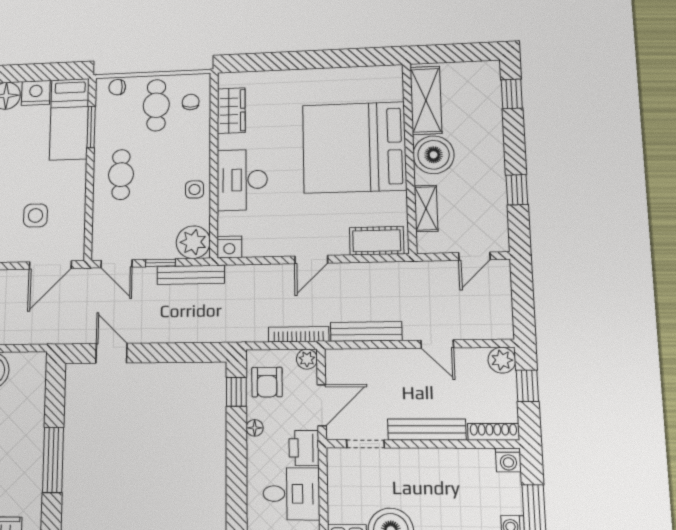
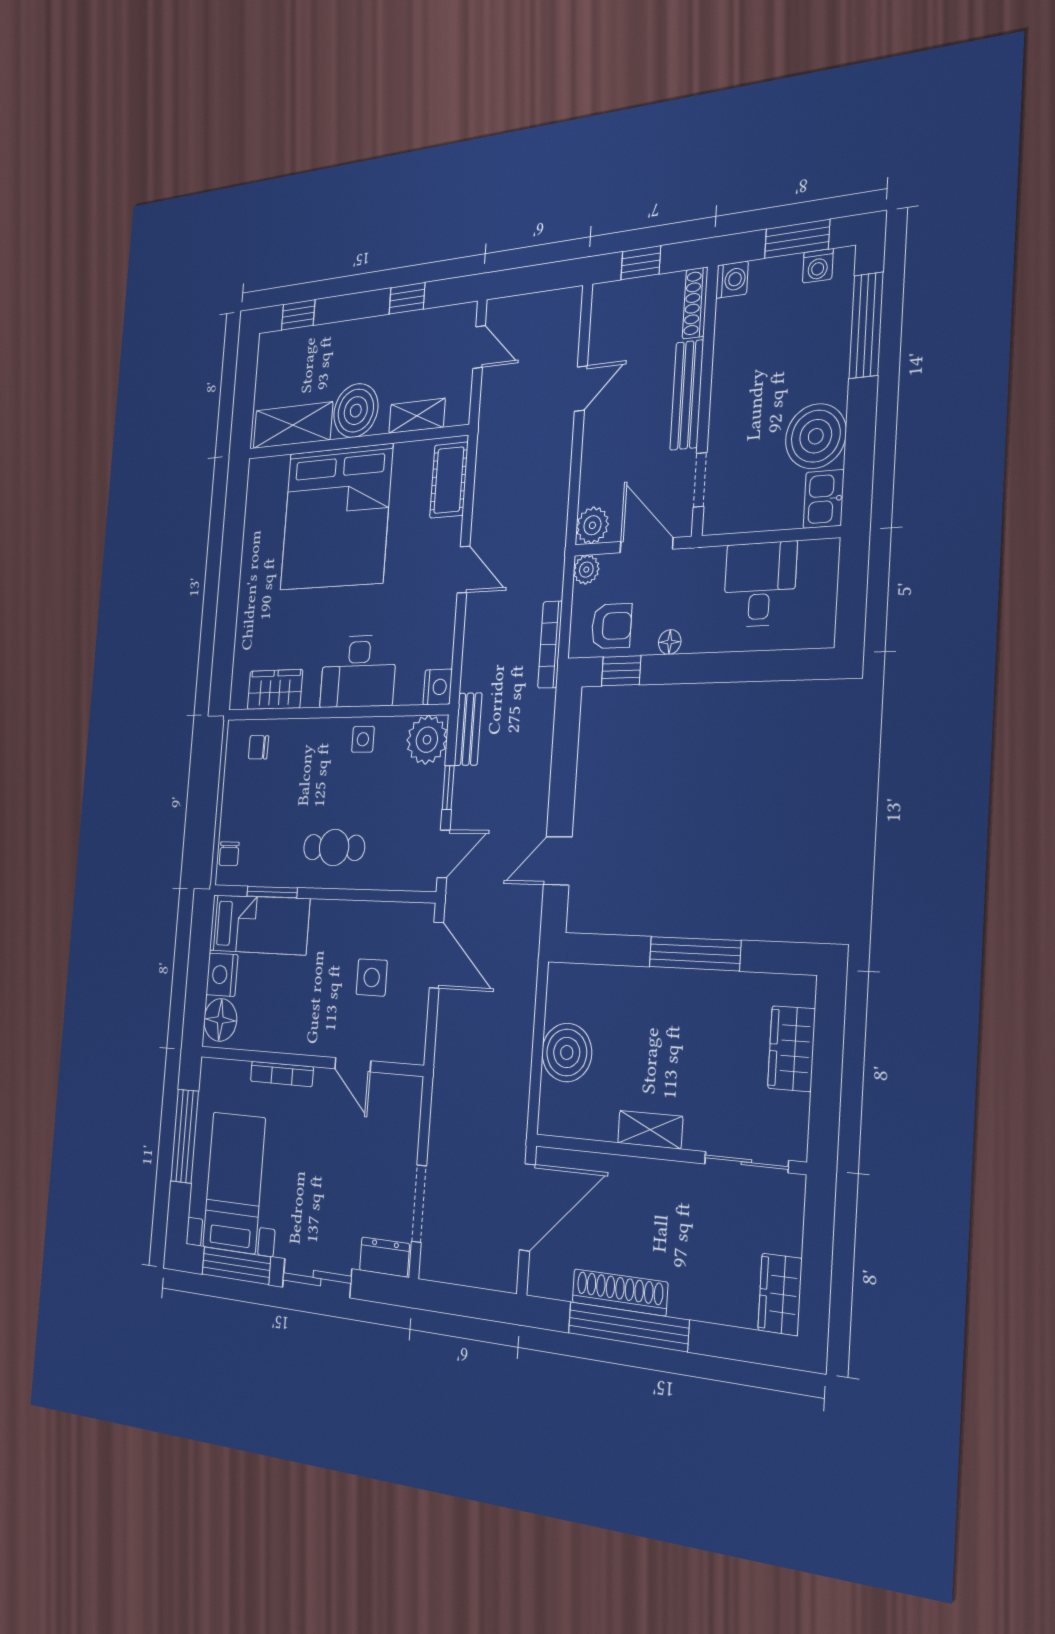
cafe table: (156, 105) -> (257, 797), removed
bench: (191, 275) -> (468, 729), width x0.73
bench: (366, 331) -> (558, 488), removed
bookcase: (299, 334) -> (550, 645), moved
plant: (502, 360) -> (592, 525), moved
printer: (304, 448) -> (700, 568), removed

